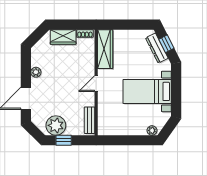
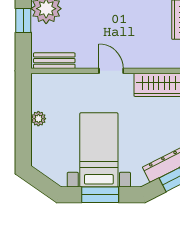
window: (176, 91) -> (100, 195), added
plant: (152, 130) -> (38, 119), moved

